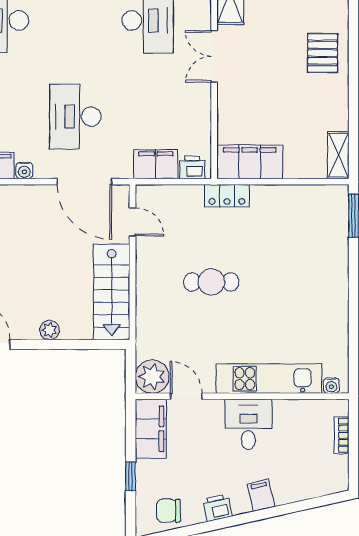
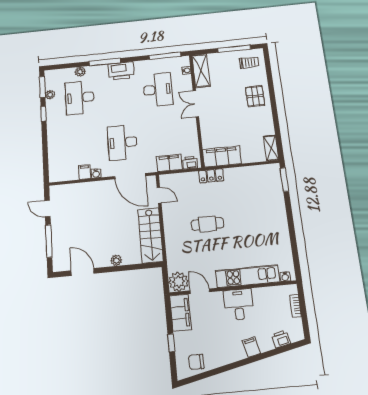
printer: (217, 508) -> (281, 339), moved

